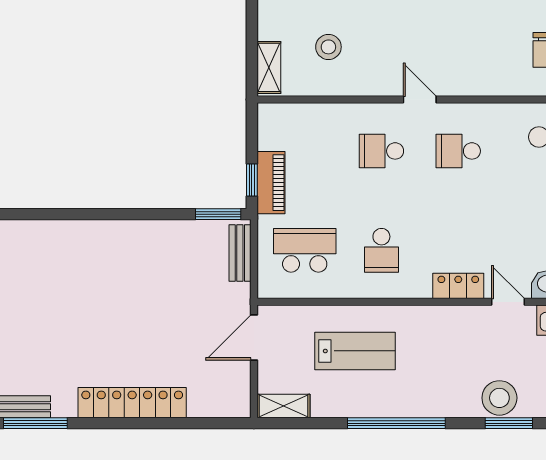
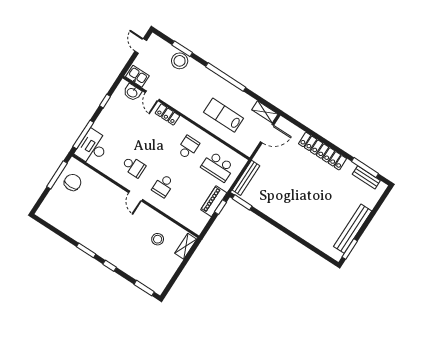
school desk: (381, 151) -> (163, 186), turned 90
bench: (240, 253) -> (246, 178), width x1.36
door: (254, 337) -> (267, 134), moved

